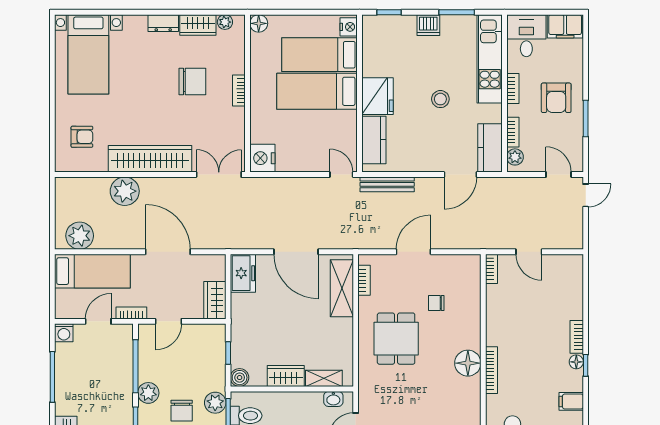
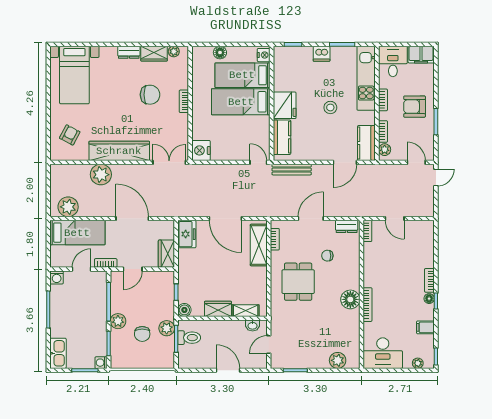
floor lamp: (259, 23) -> (220, 53), moved
armchair: (556, 98) -> (415, 107), turned 90
armchair: (82, 137) -> (70, 135), turned -62
dresser: (463, 263) -> (347, 226), added

